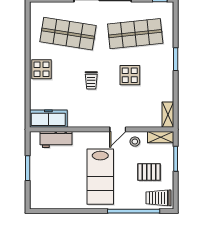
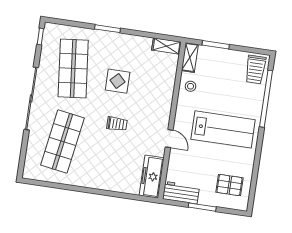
display table: (41, 69) -> (97, 176), removed
door: (118, 129) -> (169, 139), moved
workbench: (56, 139) -> (181, 193), moved, turned -90
pallet: (149, 172) -> (229, 185), moved, turned 90

